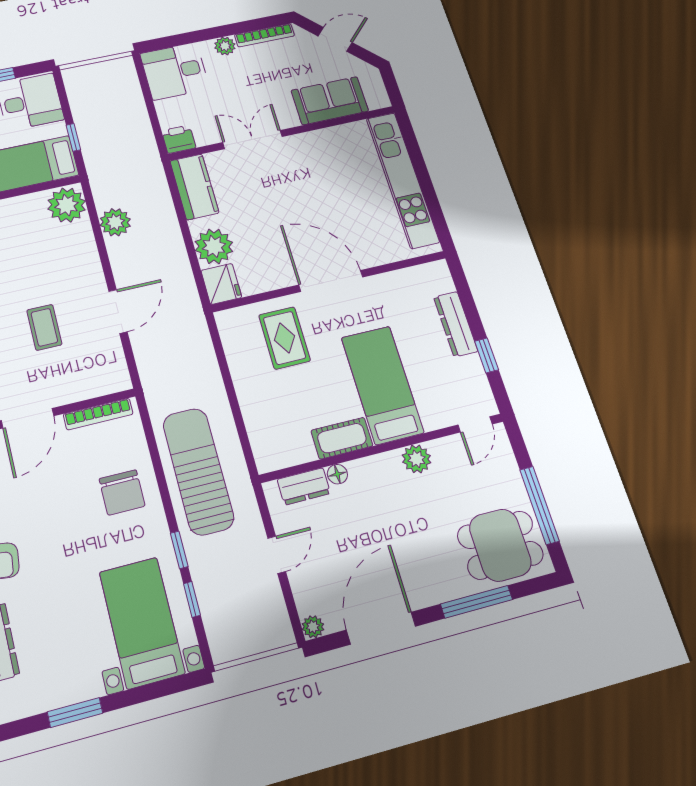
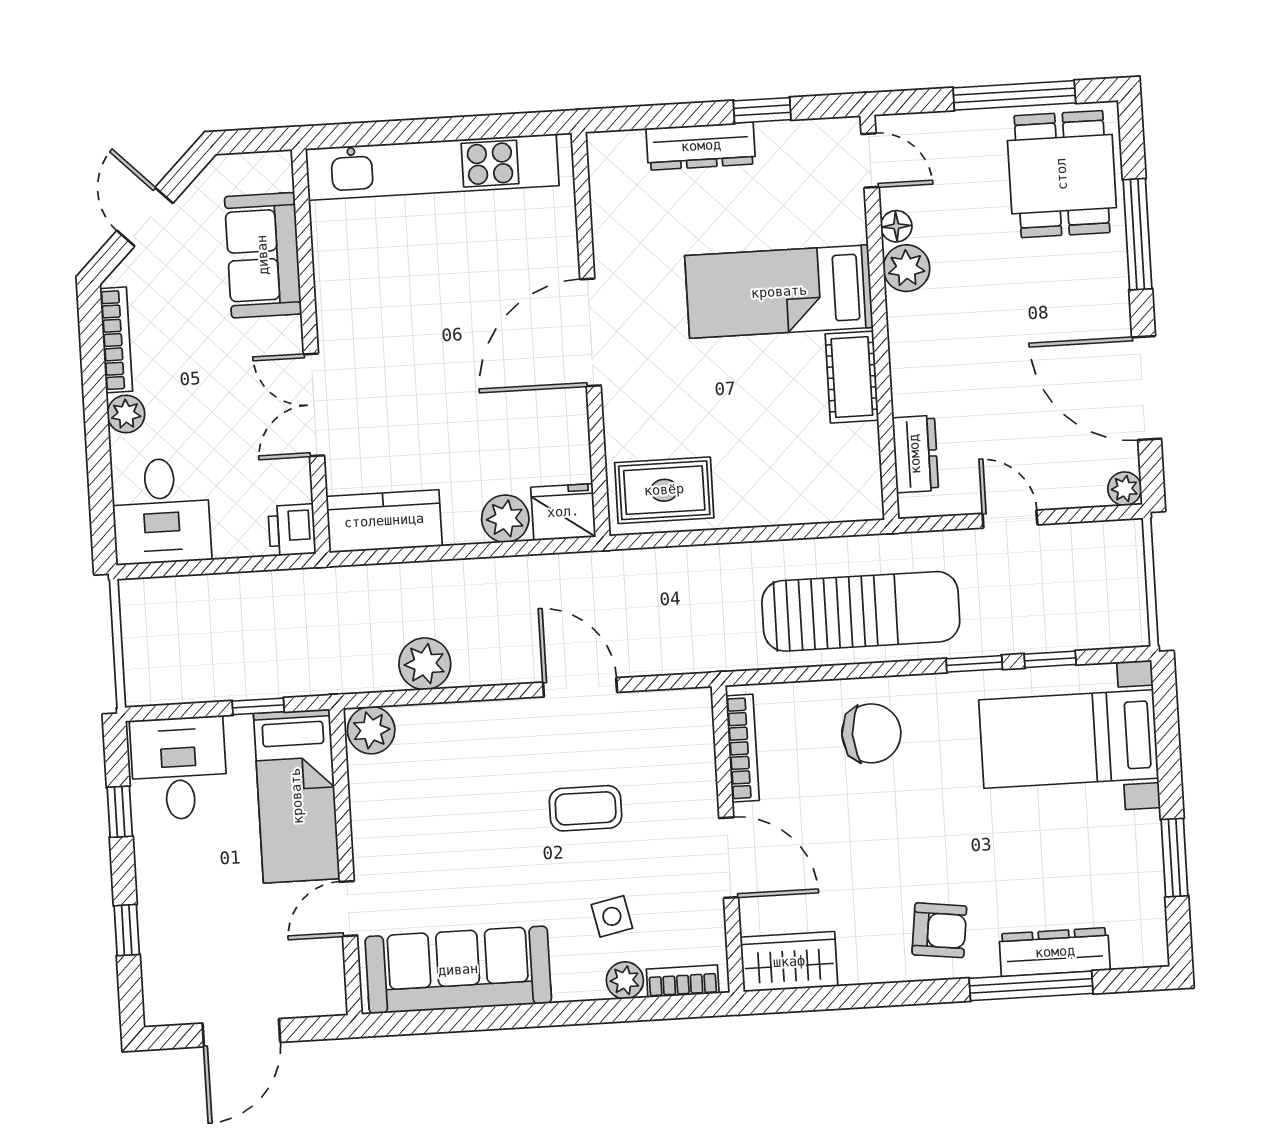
plant: (67, 205) -> (371, 730), width x0.73, depth x0.73
plant: (214, 246) -> (505, 519), width x0.73, depth x0.73
rug: (284, 338) -> (664, 490), moved
sun lounger: (198, 471) -> (861, 611), turned 180
floor lamp: (337, 474) -> (896, 226), moved

